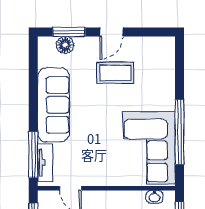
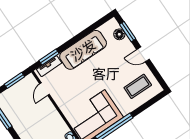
coffee table: (115, 73) -> (138, 86), moved, turned 90
window: (33, 155) -> (49, 57), width x0.69

